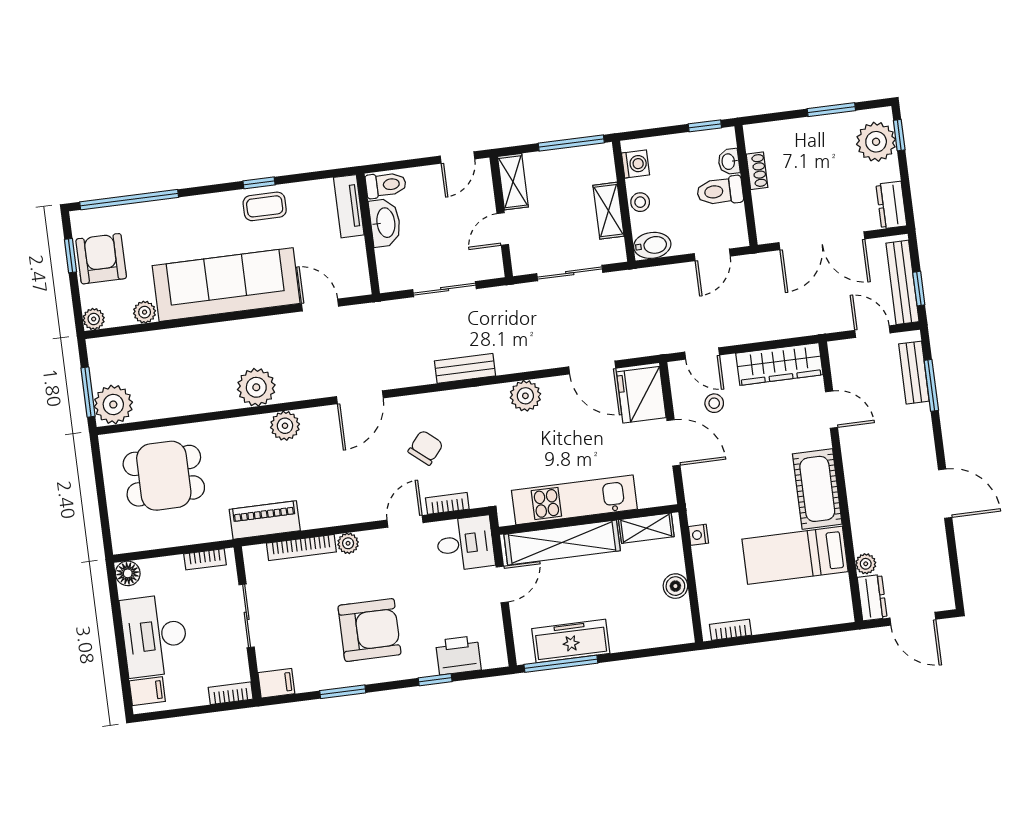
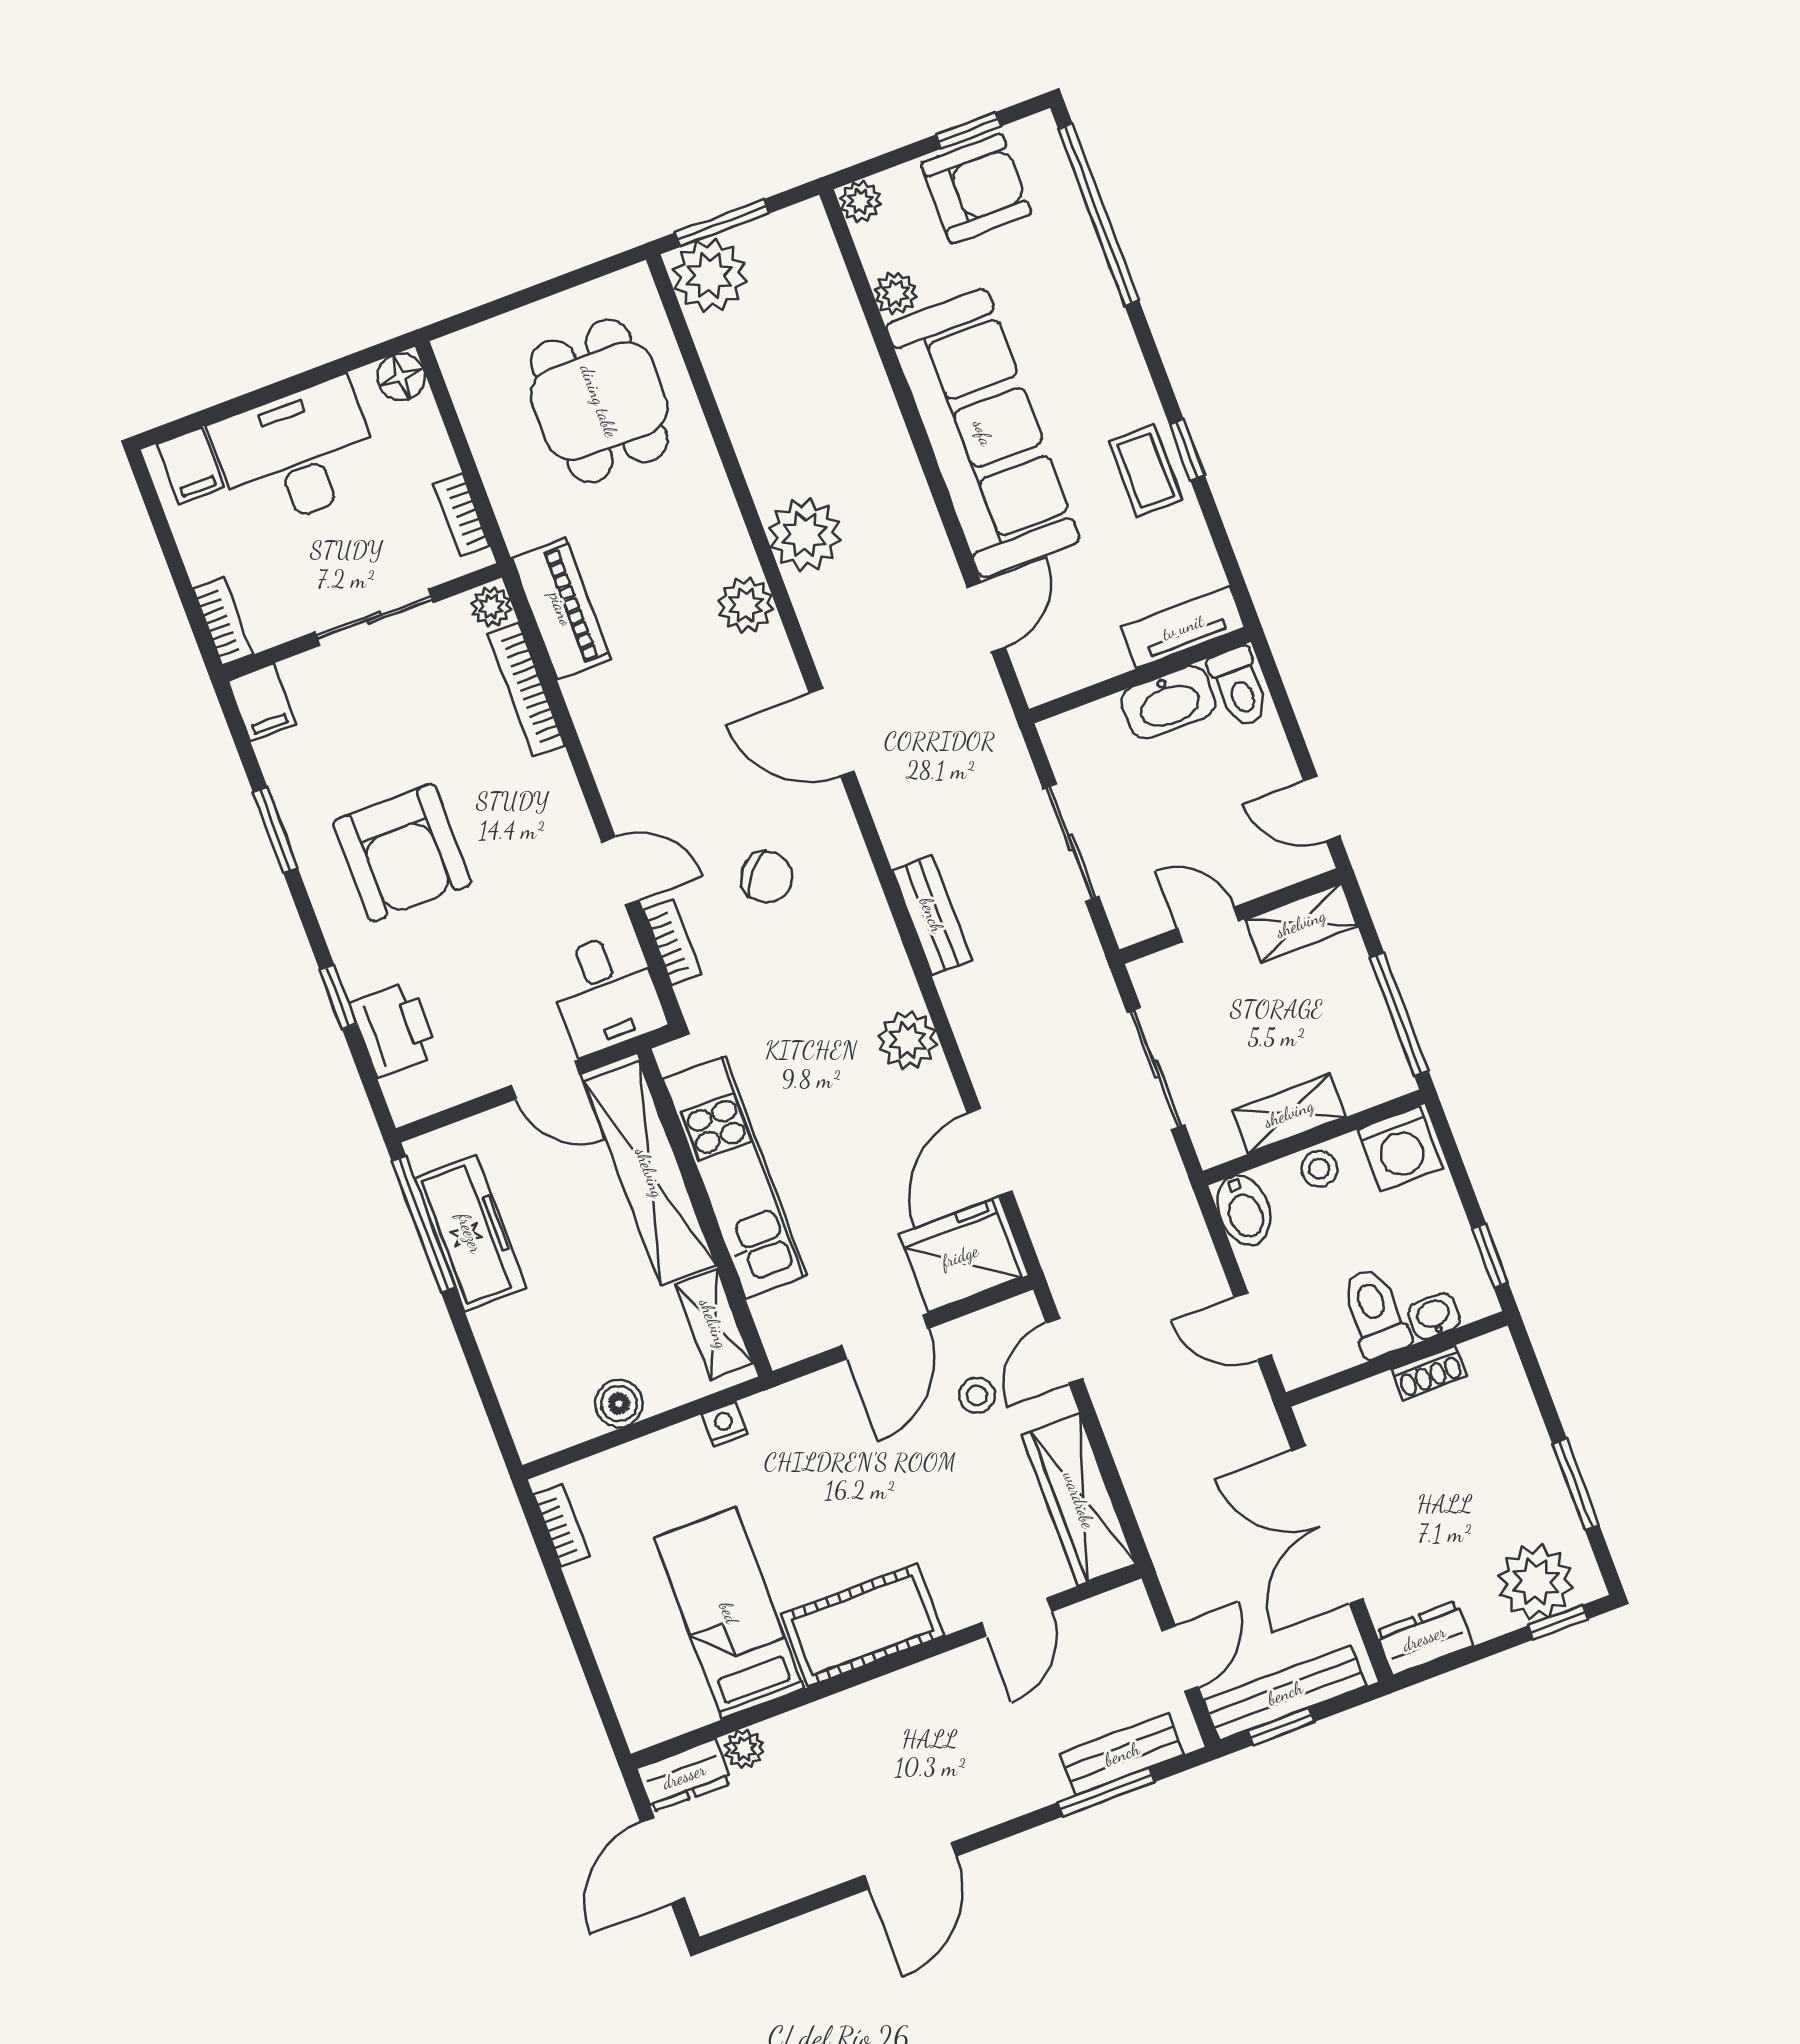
washing machine: (636, 164) -> (1400, 1149), width x1.38, depth x1.38
plant: (348, 543) -> (491, 606), moved

